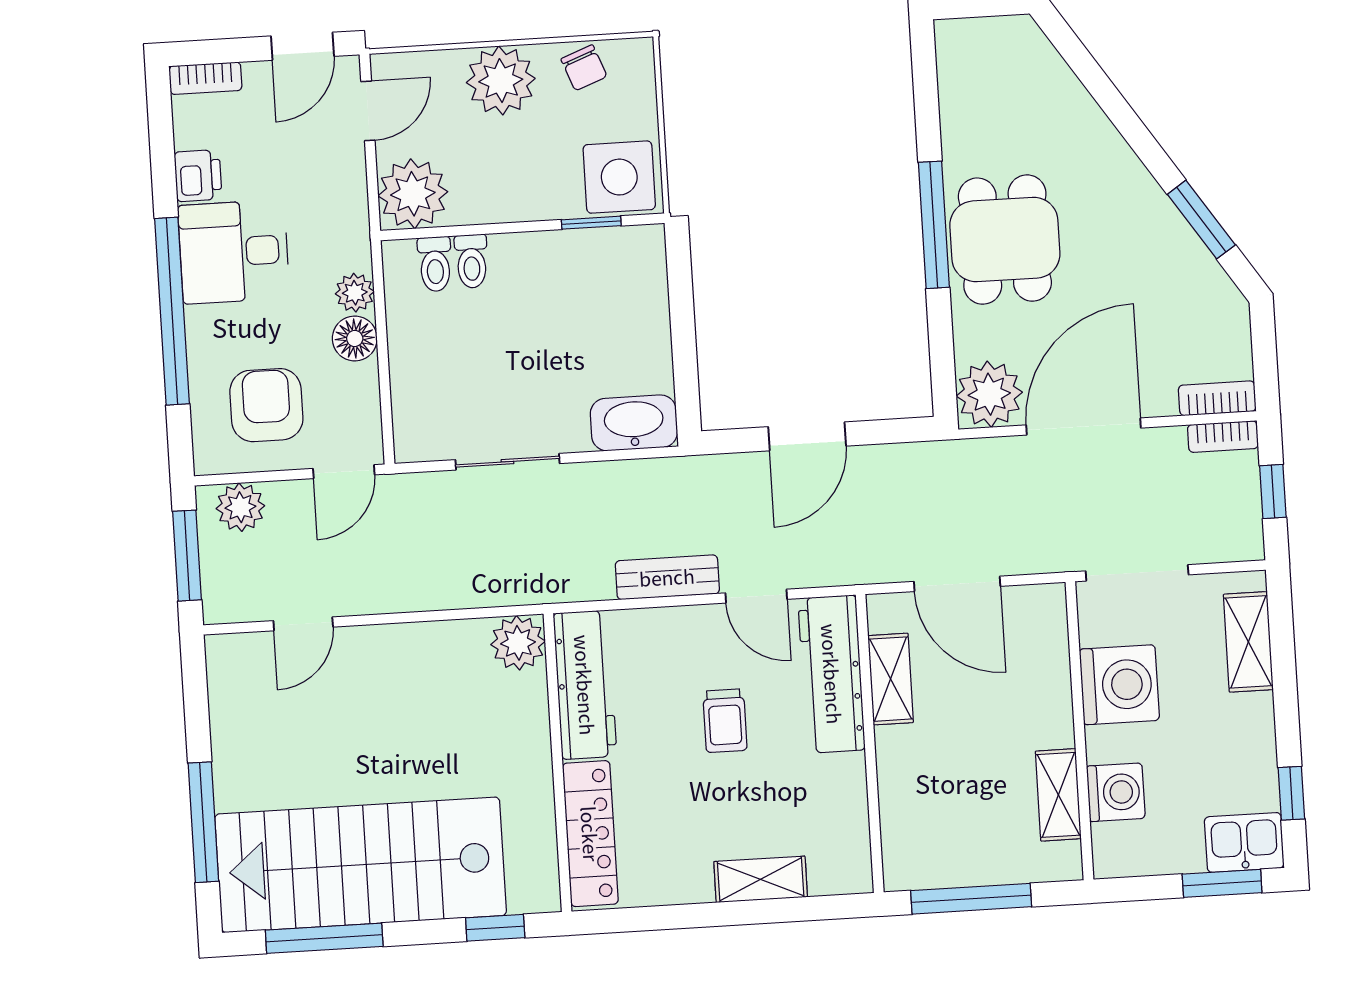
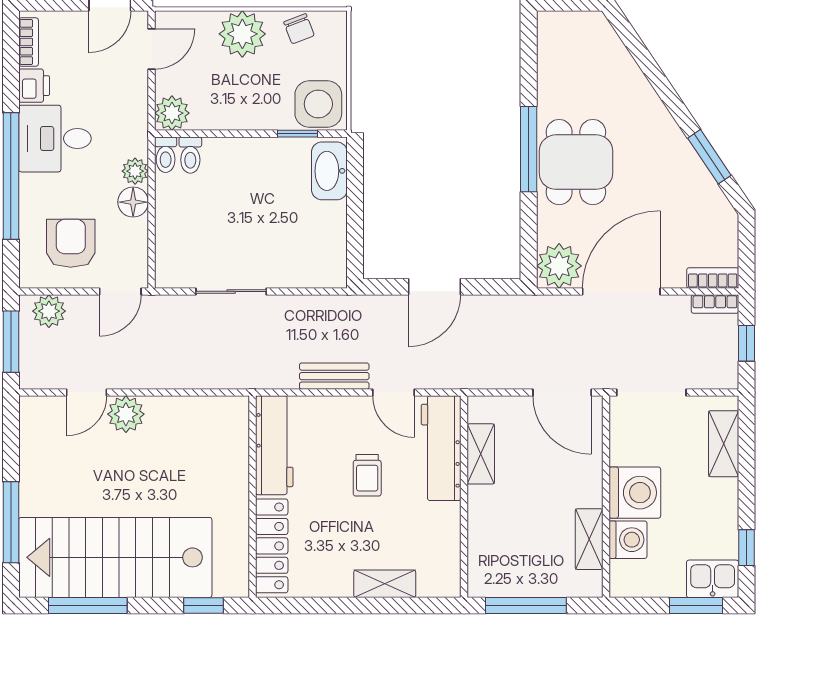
bookcase: (205, 78) -> (29, 42), moved, turned -90
plant: (413, 194) -> (172, 113), width x0.73, depth x0.73
toilet: (471, 261) -> (166, 155), moved
washbasin: (634, 423) -> (329, 171), moved, turned -90
door: (957, 584) -> (562, 392), moved
plant: (518, 643) -> (126, 414), moved
washing machine: (1119, 685) -> (635, 493), moved

